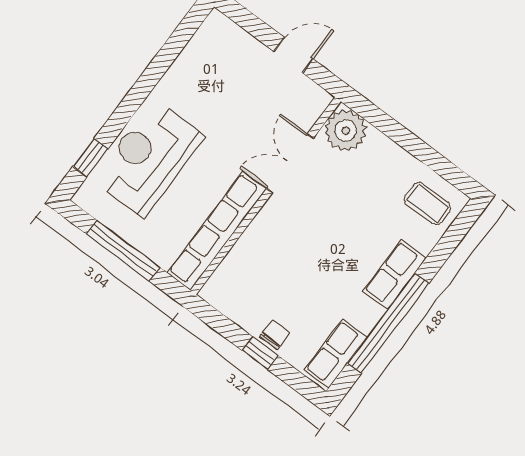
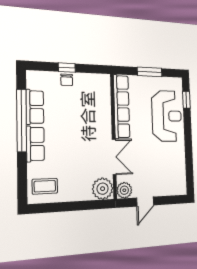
plant: (313, 100) -> (124, 190), added
window: (123, 251) -> (150, 72), width x0.69
row of seats: (336, 354) -> (35, 107), moved

